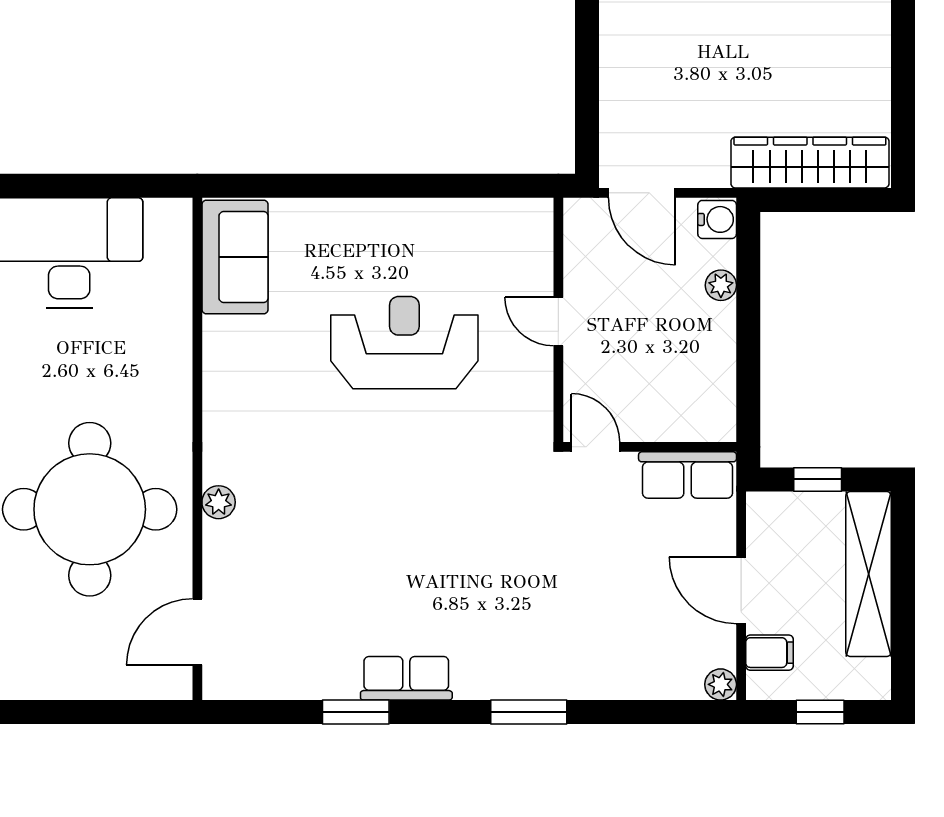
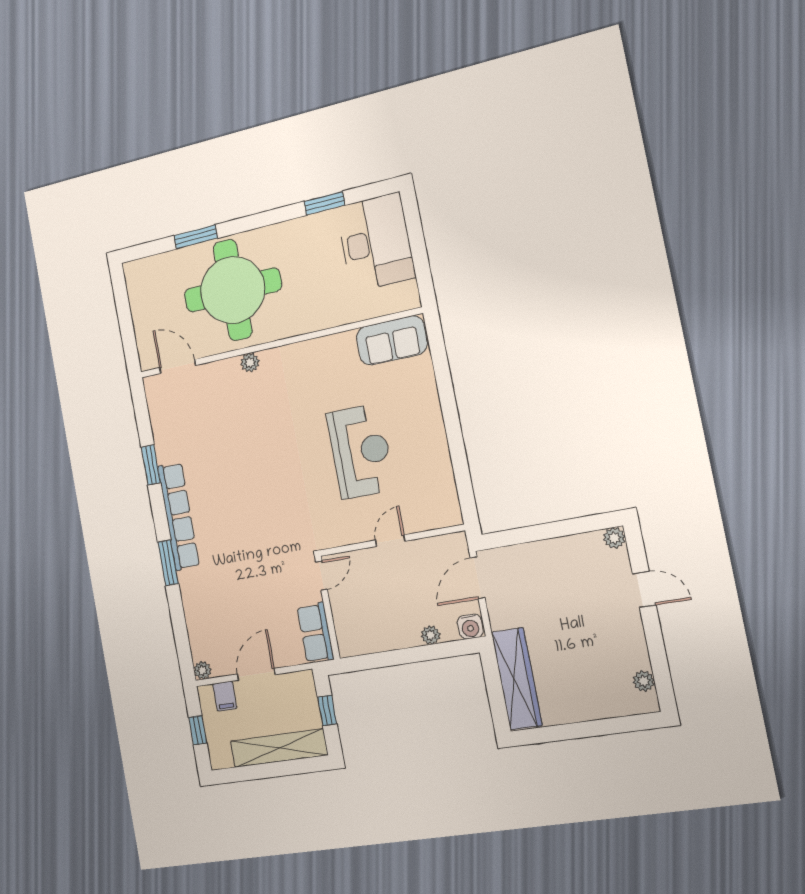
row of seats: (406, 678) -> (178, 516), width x2.02

